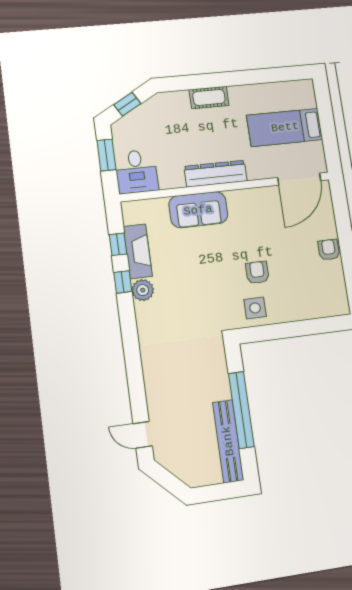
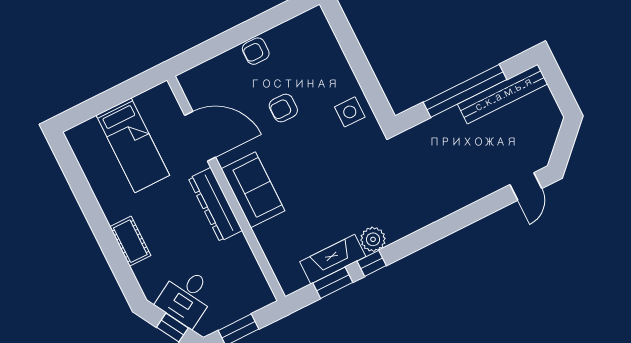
desk: (136, 172) -> (186, 297), moved, turned 150
door: (299, 179) -> (200, 136), moved
sofa: (198, 210) -> (253, 190), moved
window: (118, 244) -> (333, 283), width x1.50
armchair: (257, 272) -> (283, 108), moved

